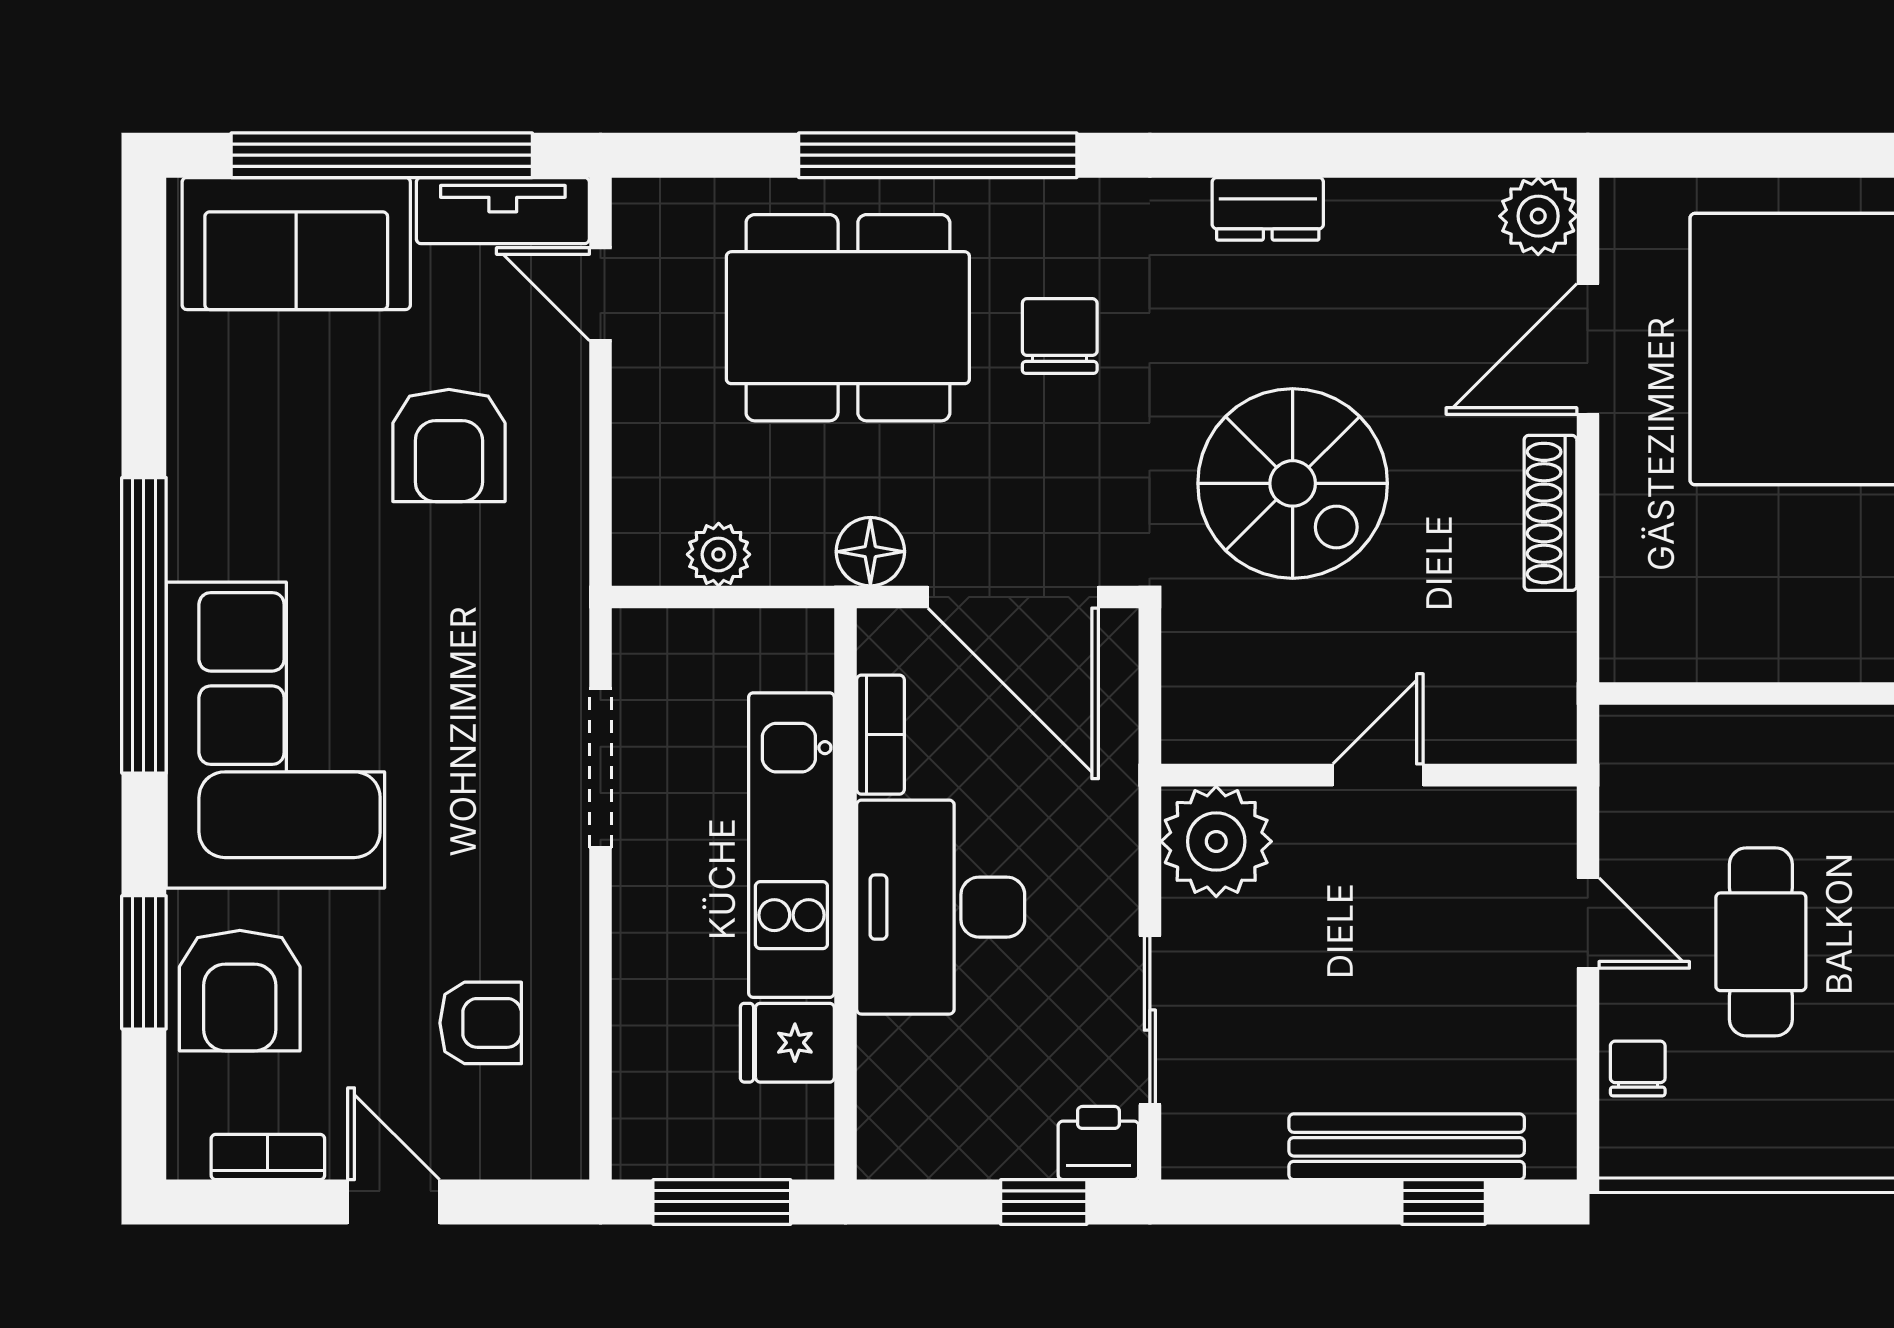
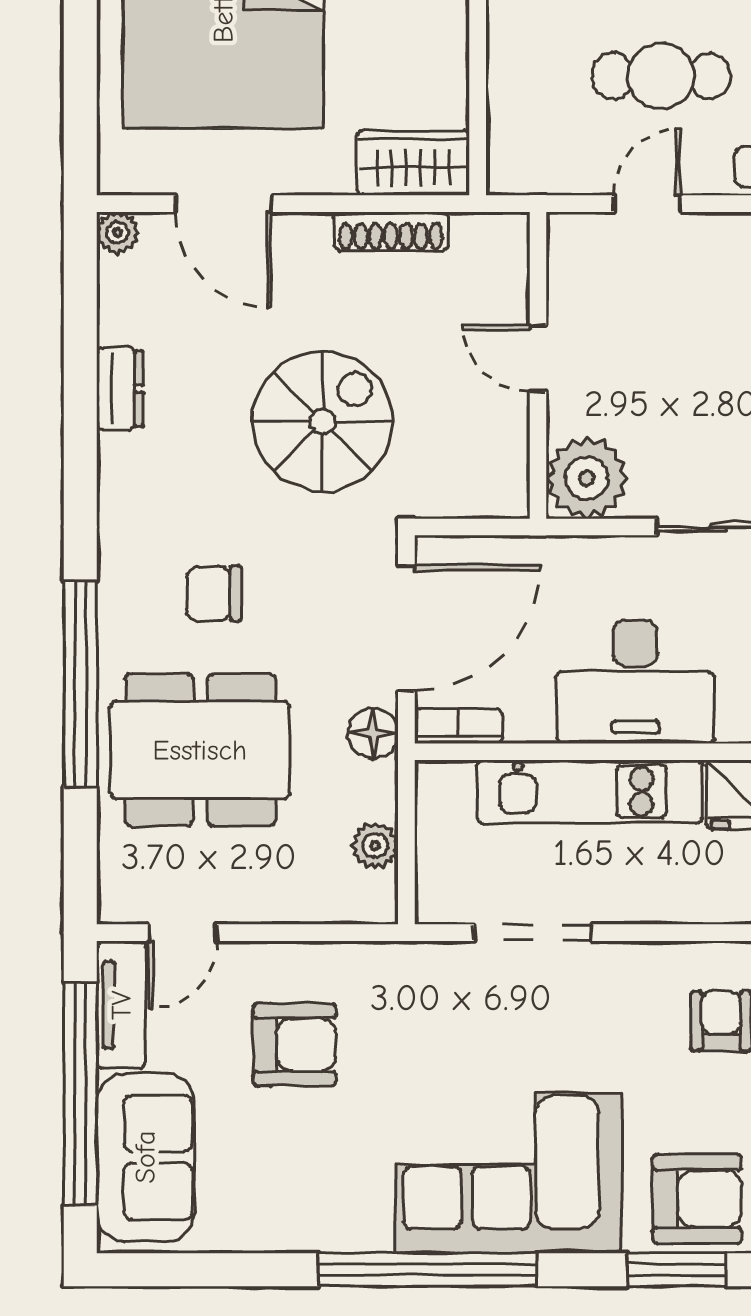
dresser: (1268, 209) -> (120, 389), moved
plant: (1538, 216) -> (117, 233), width x0.73, depth x0.73
dining table: (848, 318) -> (200, 750), turned 90
shoe rack: (1550, 513) -> (391, 231), moved
wardrobe: (1643, 606) -> (413, 163), added
bookcase: (880, 735) -> (459, 726), moved

